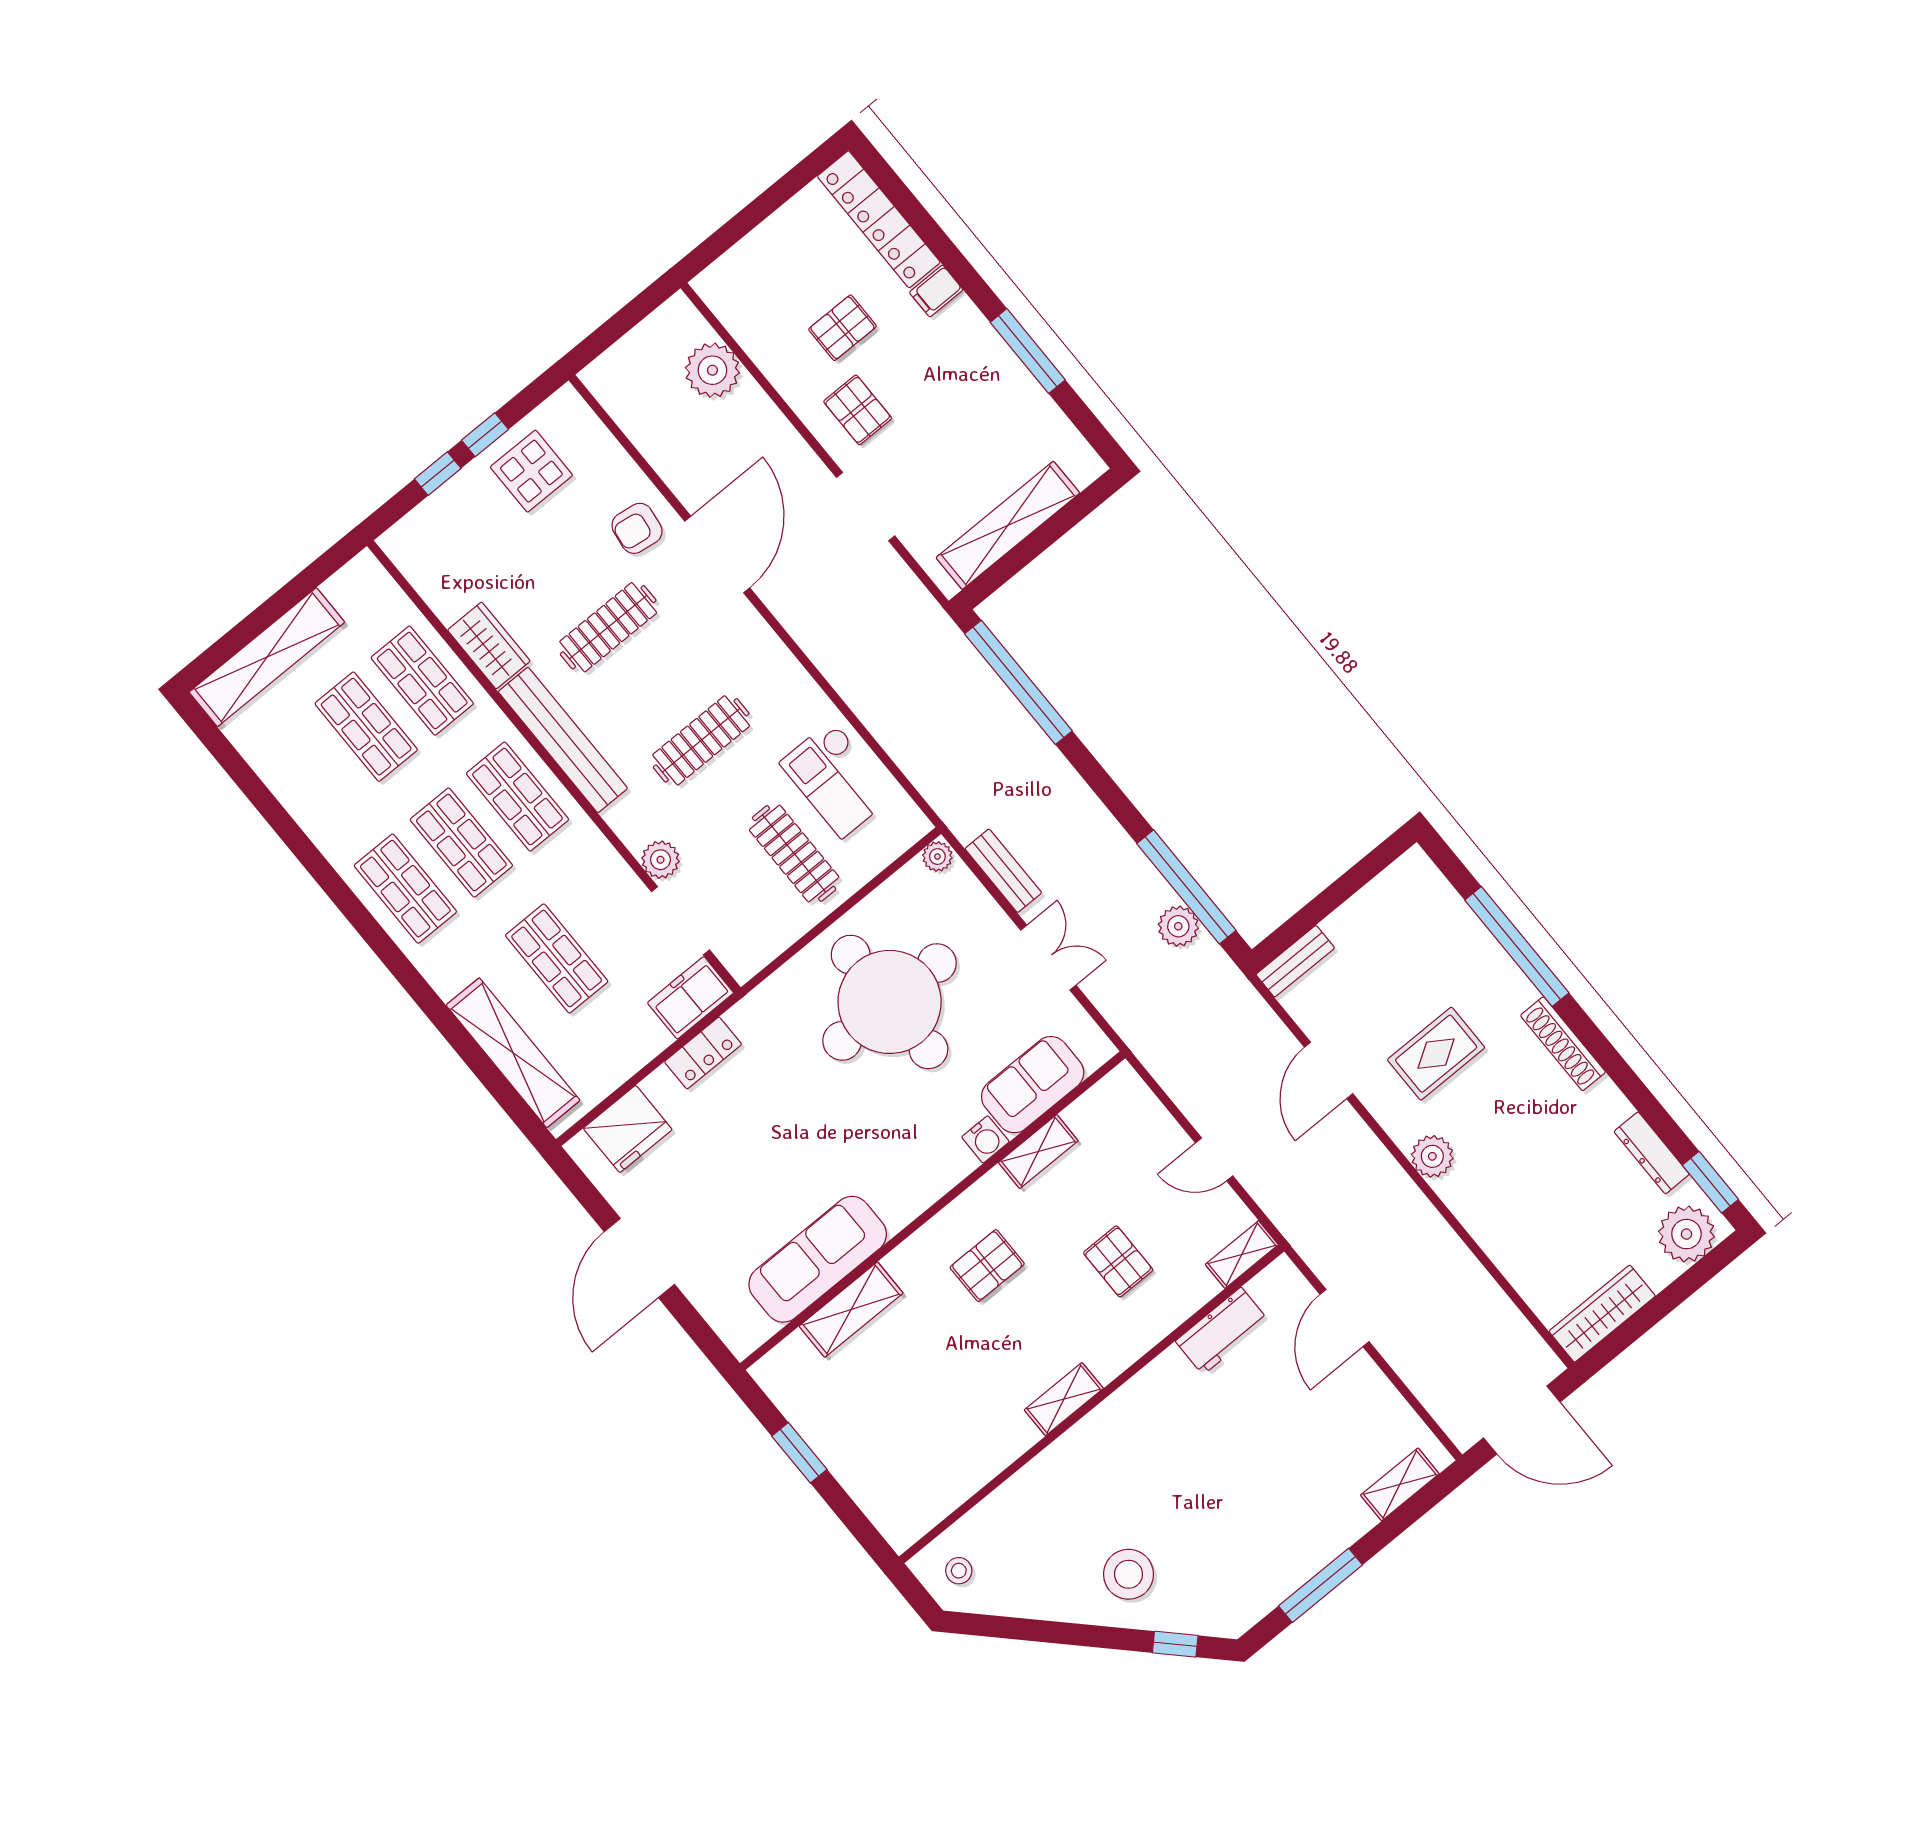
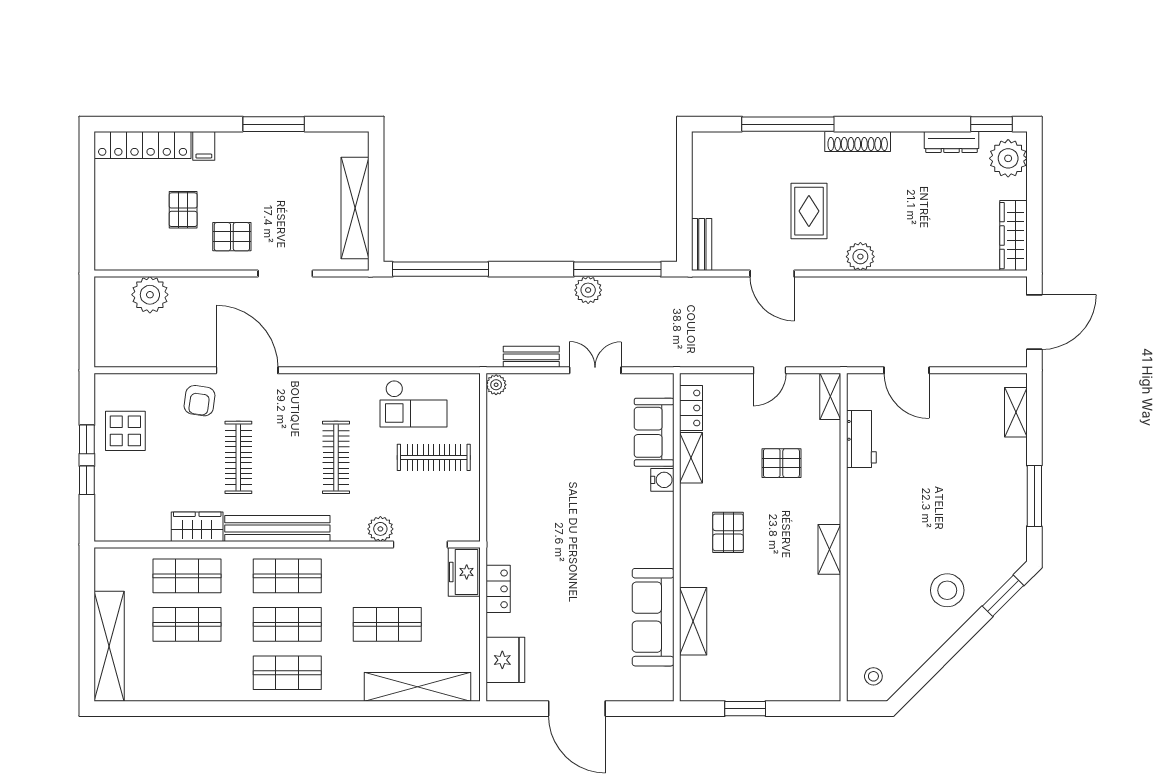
plant: (1178, 926) -> (588, 290), moved
round table: (890, 1002) -> (551, 471), removed
locker: (1096, 1104) -> (691, 408), added
window: (1175, 1644) -> (1003, 596), width x1.50

